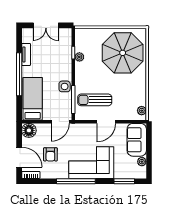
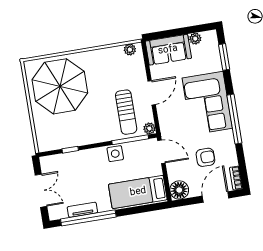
plant: (79, 57) -> (149, 128), moved
window: (19, 74) -> (88, 218), moved
door: (106, 122) -> (152, 93), hinge flipped

